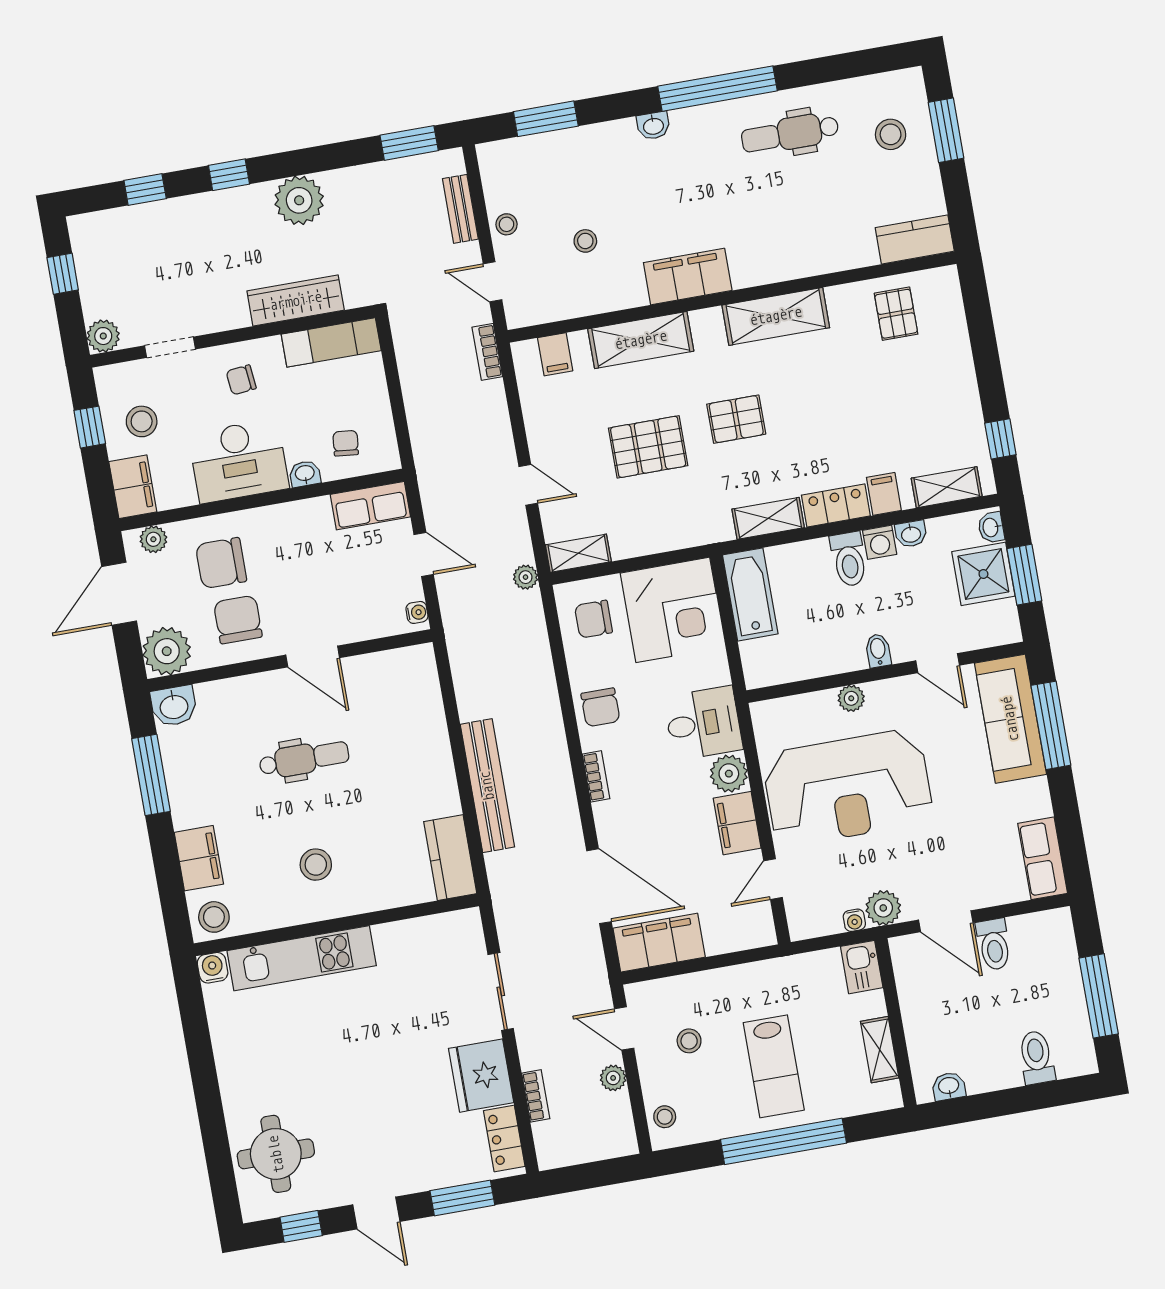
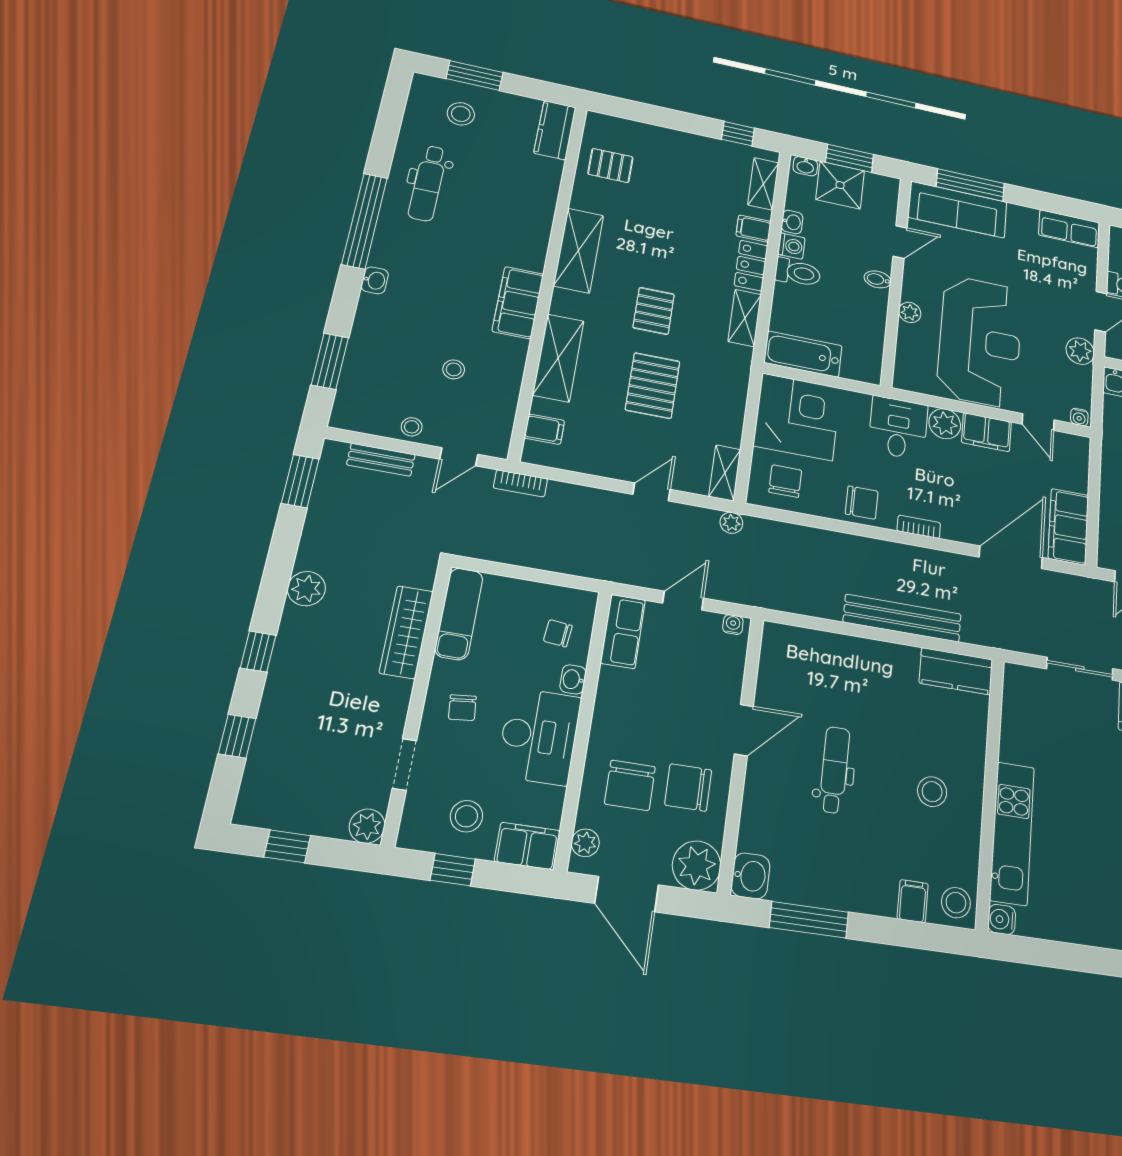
plant: (299, 200) -> (306, 589), width x0.73, depth x0.73
chair: (593, 619) -> (785, 481), turned 180
filing cabinet: (199, 858) -> (913, 901), width x0.50
water cooler: (854, 920) -> (1079, 417), moved, turned 90

